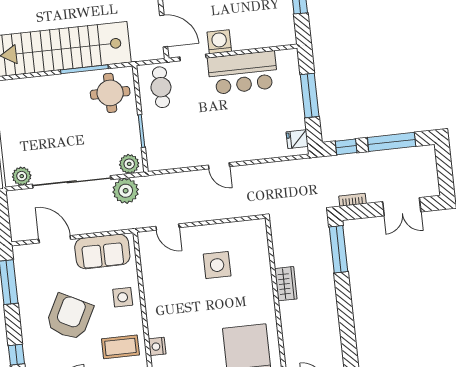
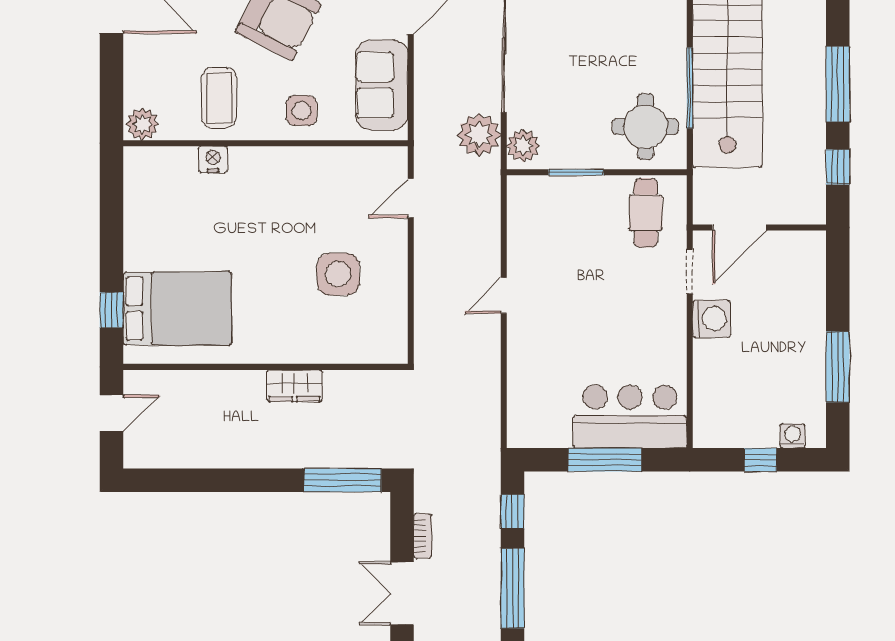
bar counter: (243, 73) -> (630, 417), moved, turned 90
cafe table: (161, 87) -> (646, 213), turned 90
fridge: (297, 139) -> (534, 431), removed
bookcase: (352, 200) -> (423, 536), moved

